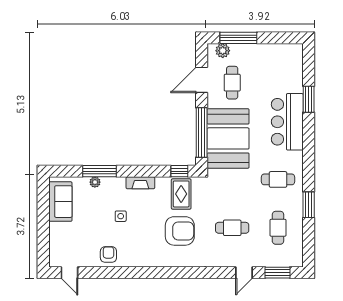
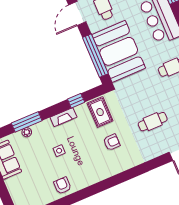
window: (179, 171) -> (76, 101), moved
armchair: (180, 231) -> (112, 142), width x0.53, depth x0.53

